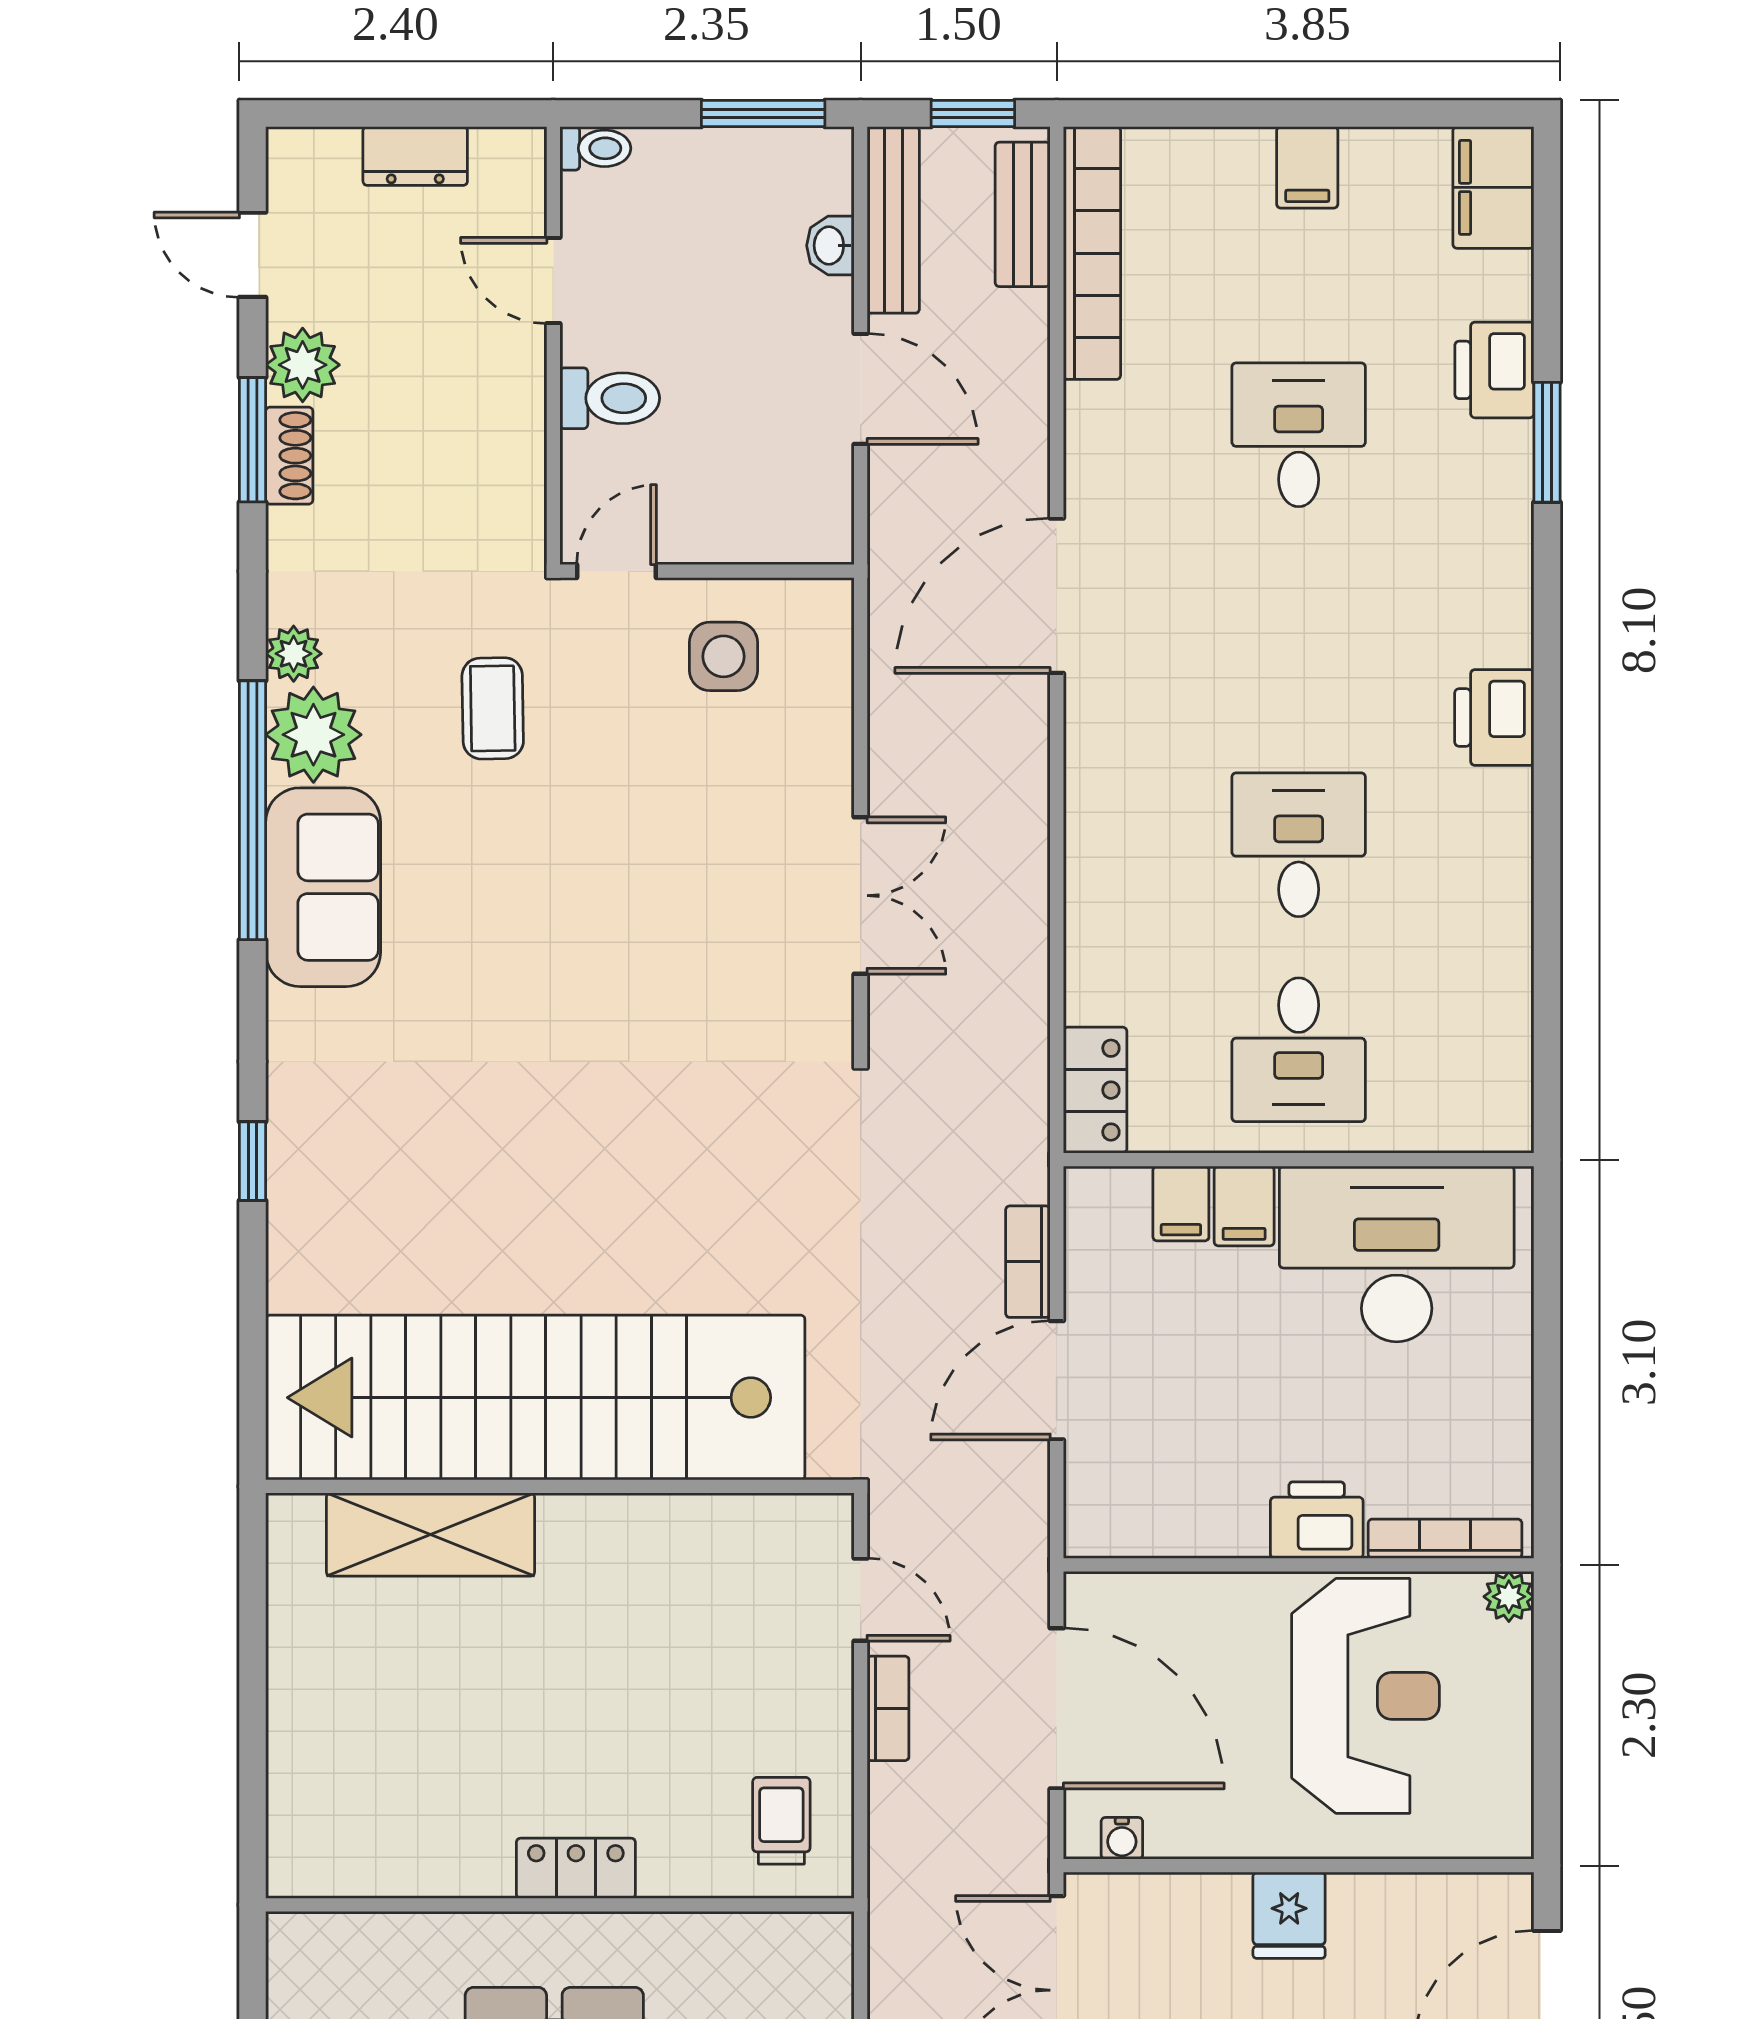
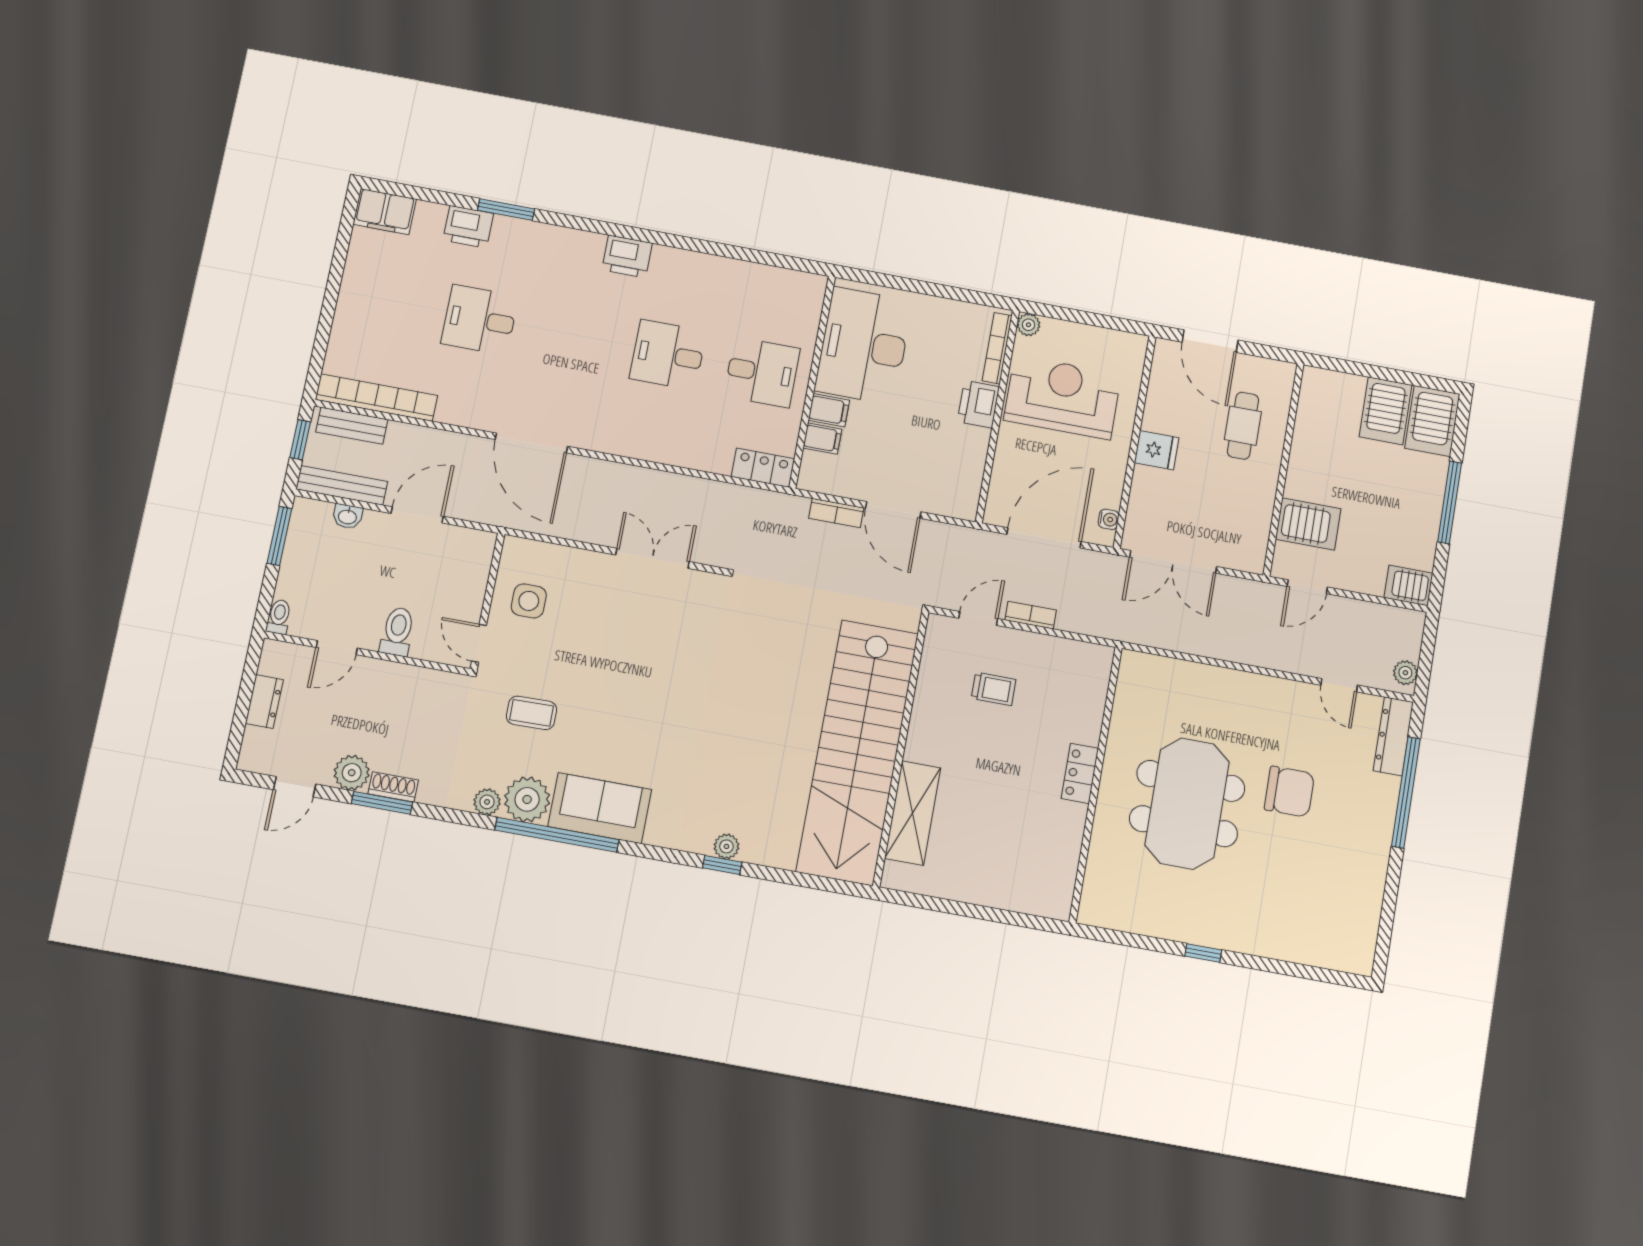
filing cabinet: (1307, 167) -> (358, 293), removed
plant: (292, 1163) -> (726, 846), added
trolley: (781, 1821) -> (994, 689), moved, turned 180

